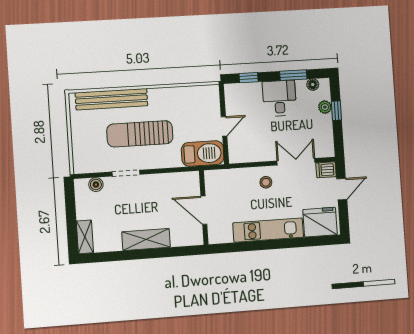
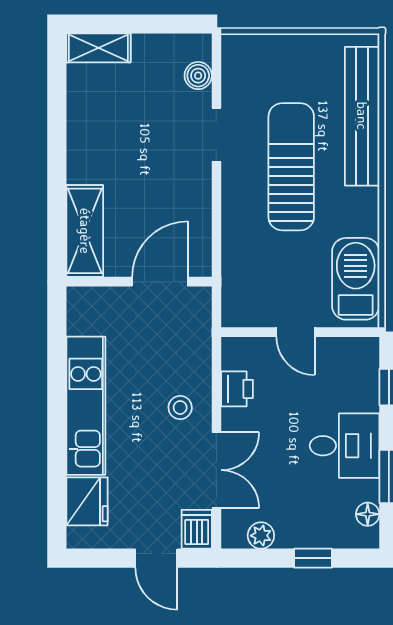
plant: (325, 107) -> (261, 536), moved
barbecue: (203, 154) -> (356, 279), moved, turned 180
printer: (255, 154) -> (237, 389), added
door: (204, 210) -> (160, 282), moved
fridge: (320, 222) -> (87, 501), width x0.73, depth x0.75
shelving: (146, 239) -> (85, 231), moved

